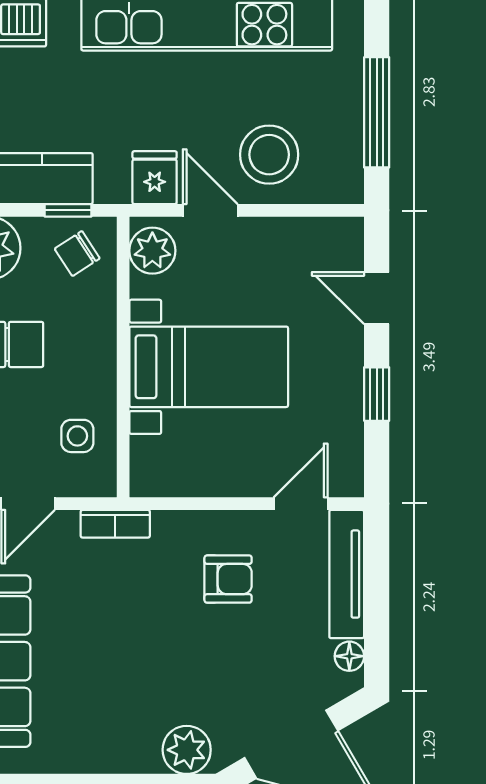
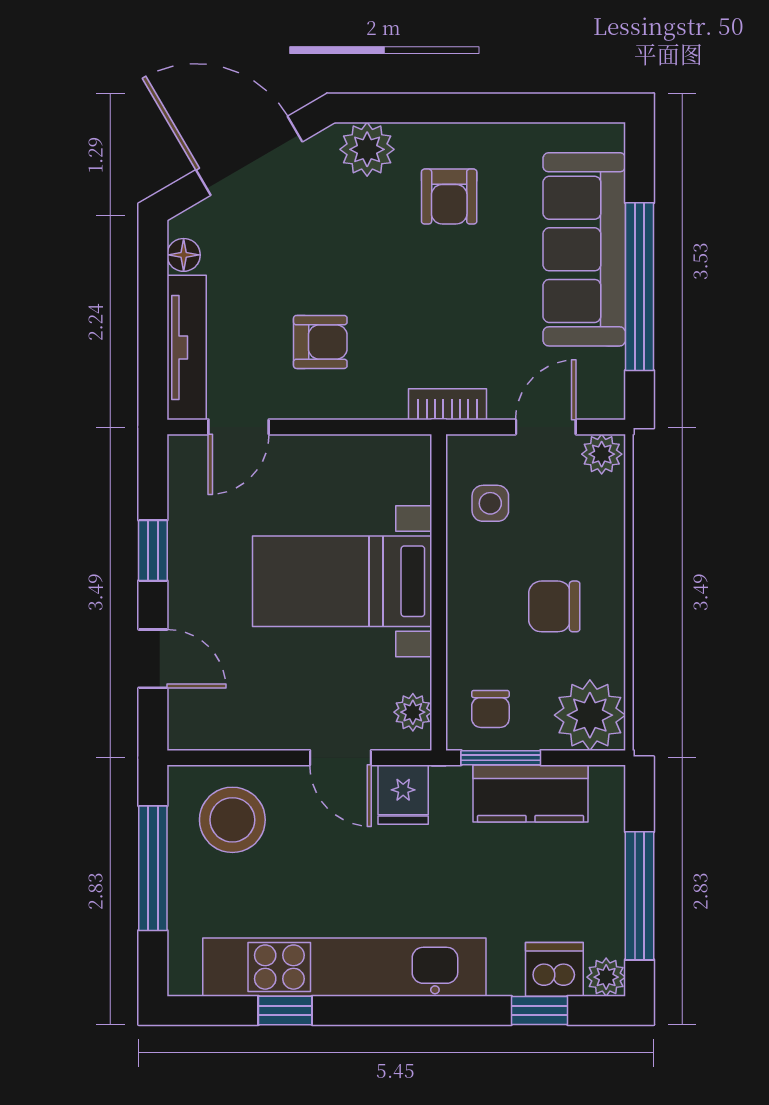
stool: (269, 155) -> (232, 820), moved
window: (68, 210) -> (501, 758), width x1.50
plant: (152, 251) -> (413, 712), width x0.73, depth x0.73
chair: (77, 254) -> (490, 709), turned 123
armchair: (228, 579) -> (320, 342), turned 180
armchair: (114, 708) -> (449, 197), added

